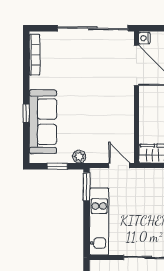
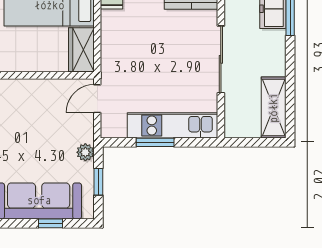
window: (26, 113) -> (50, 223), moved
window: (87, 187) -> (155, 142), moved

